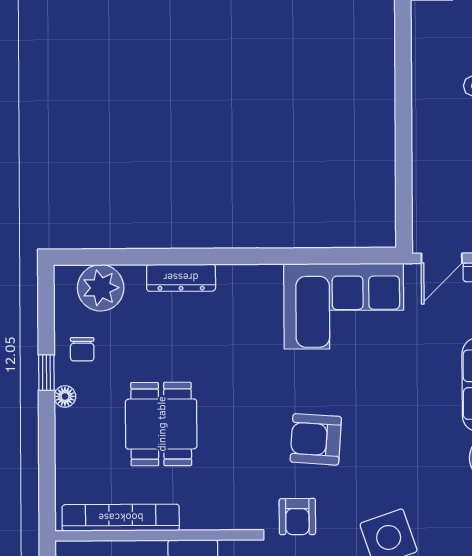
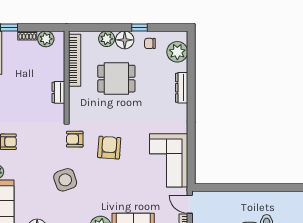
floor lamp: (65, 396) -> (125, 40), width x1.89, depth x1.89
plant: (72, 446) -> (107, 39), added

